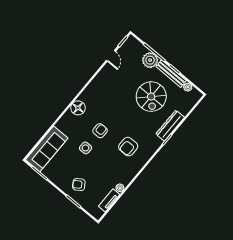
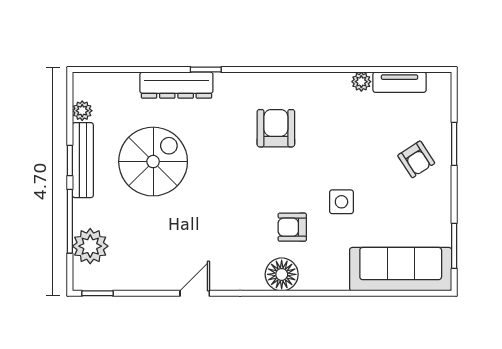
door: (111, 56) -> (195, 293), moved
plant: (150, 60) -> (90, 246), moved
armchair: (100, 131) -> (292, 227), moved
armchair: (128, 147) -> (276, 128), turned -90

